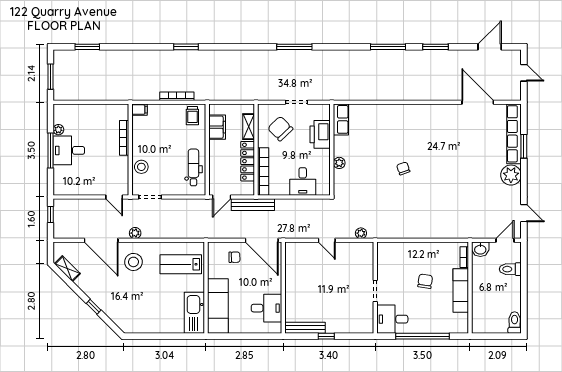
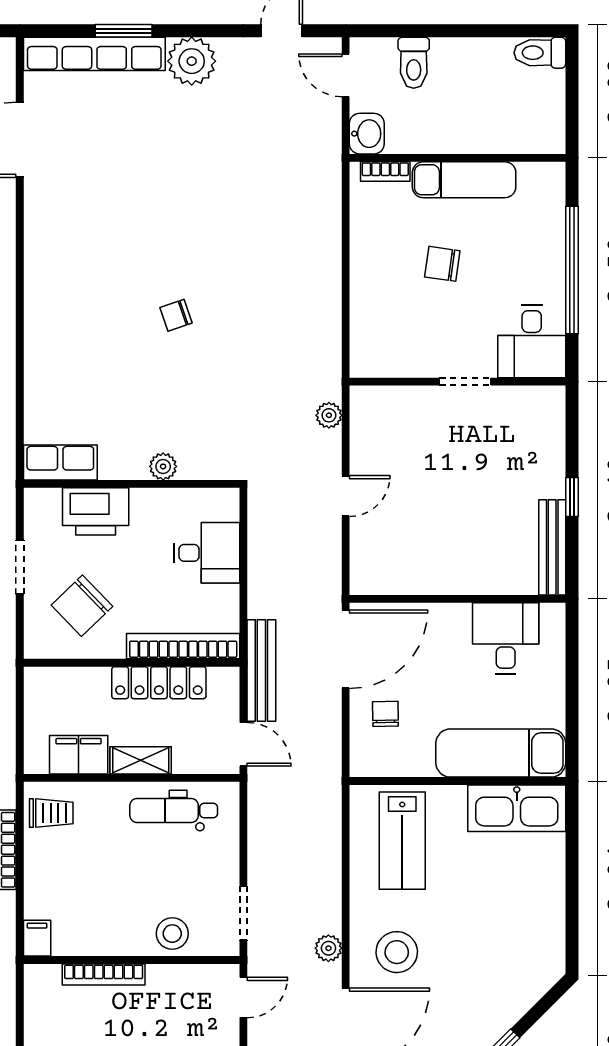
shelving: (249, 127) -> (141, 760), moved

